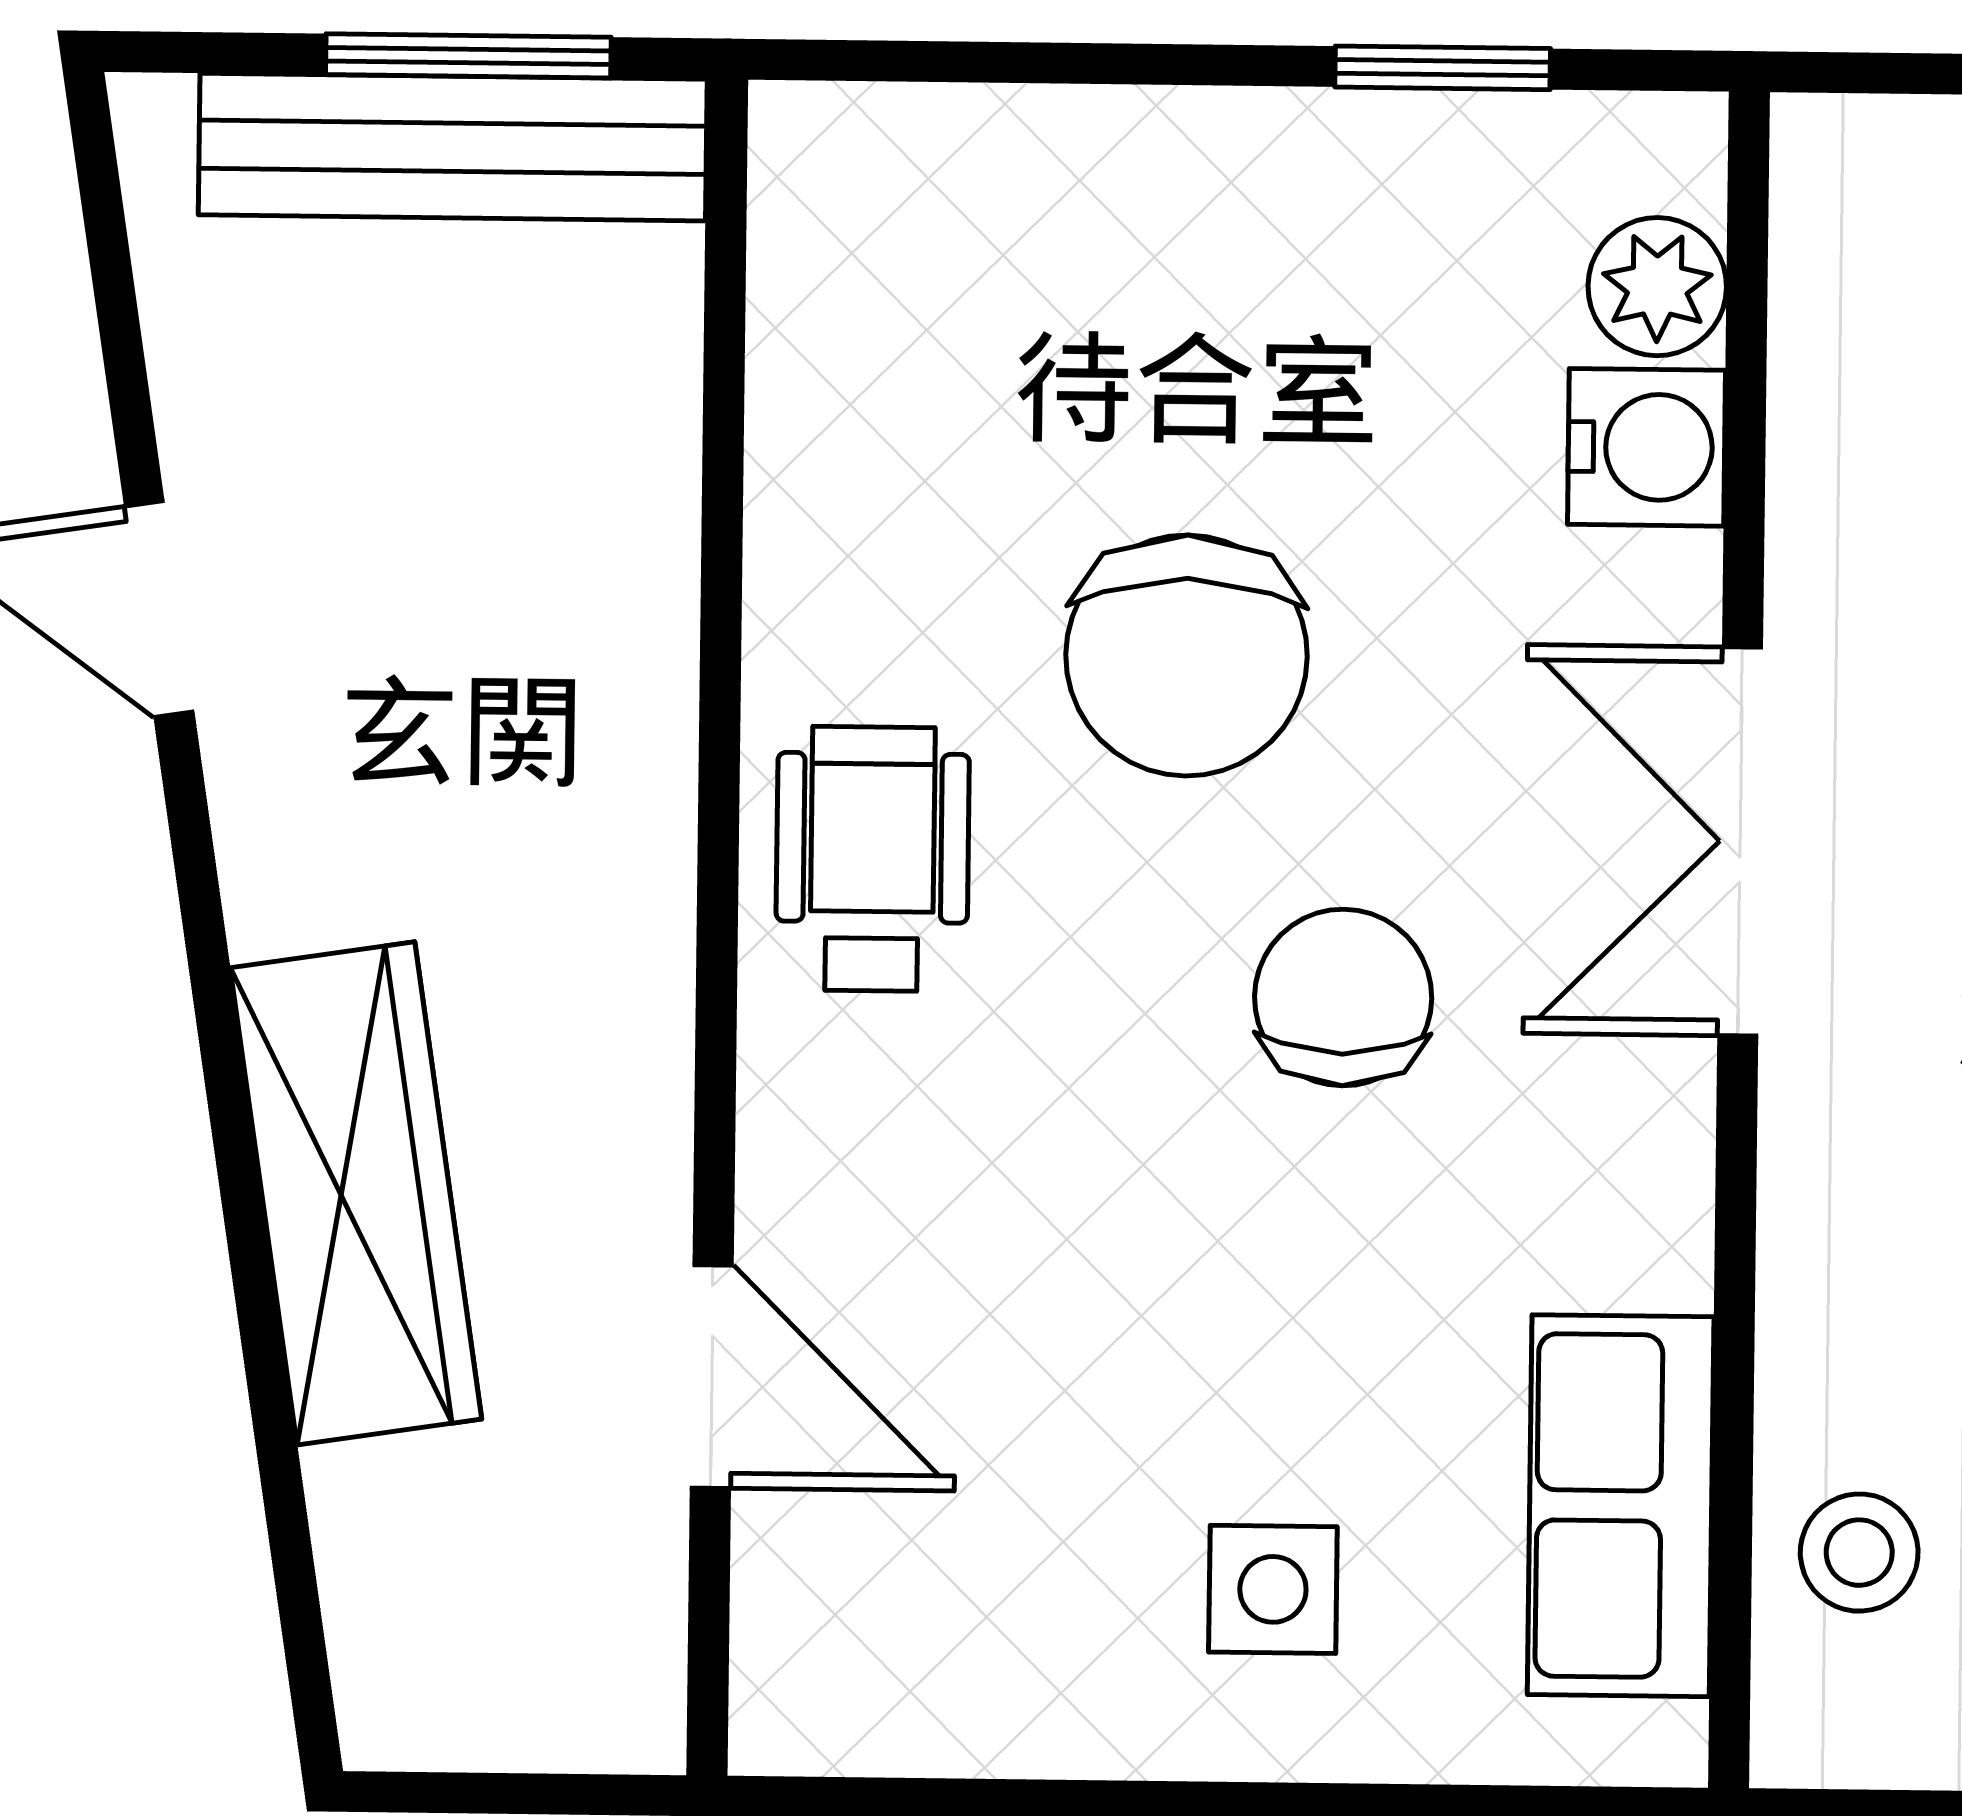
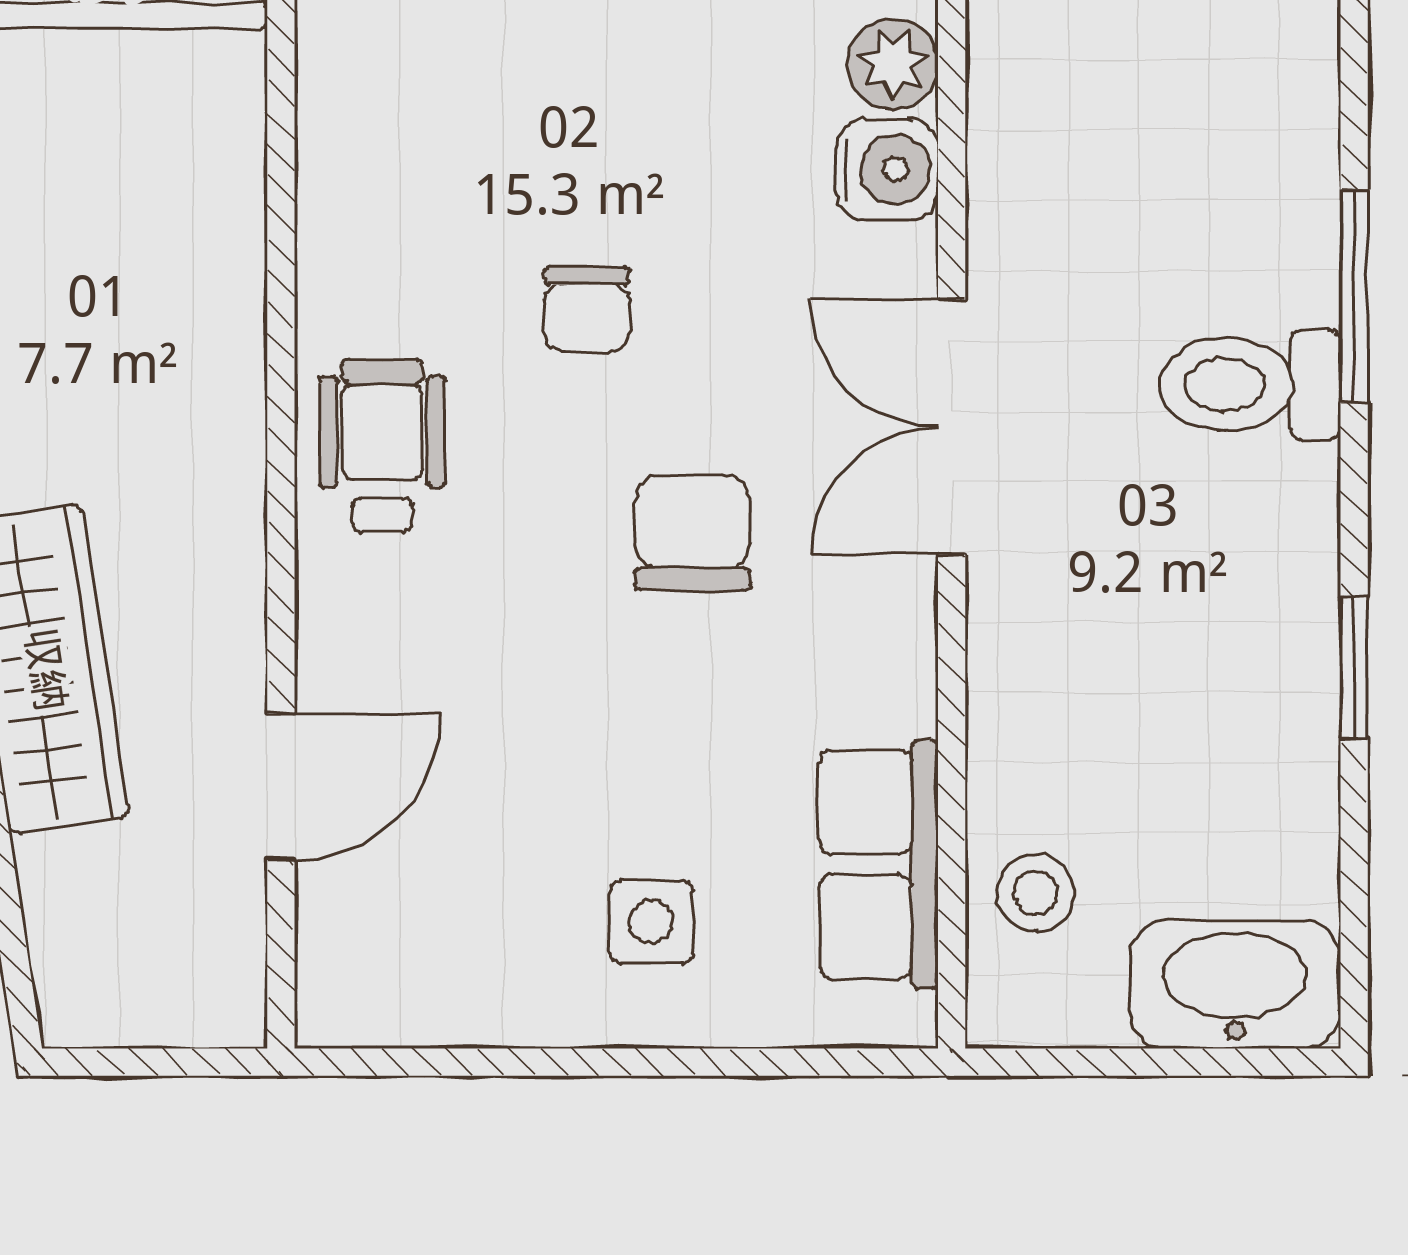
chair: (1187, 656) -> (587, 310), width x0.54, depth x0.54
door: (712, 1376) -> (281, 787), hinge flipped

